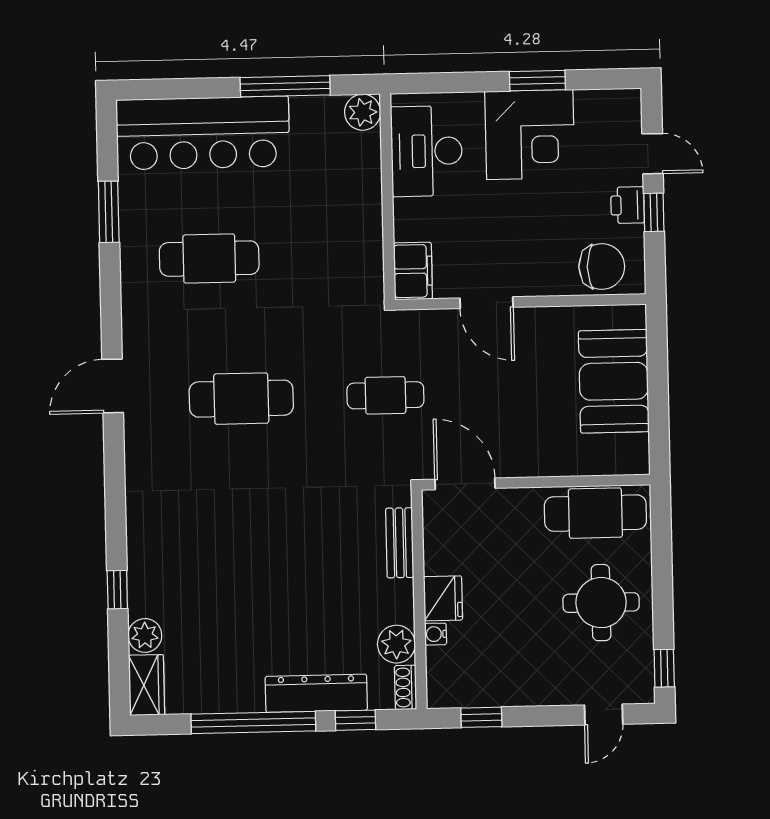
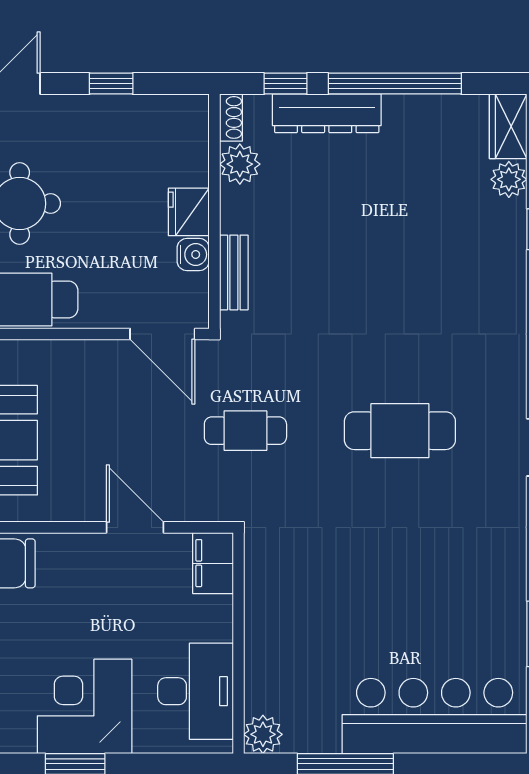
cafe table: (209, 259) -> (431, 581), removed
water cooler: (436, 634) -> (193, 255), moved, width x1.38, depth x1.38
window: (481, 717) -> (111, 84), moved

